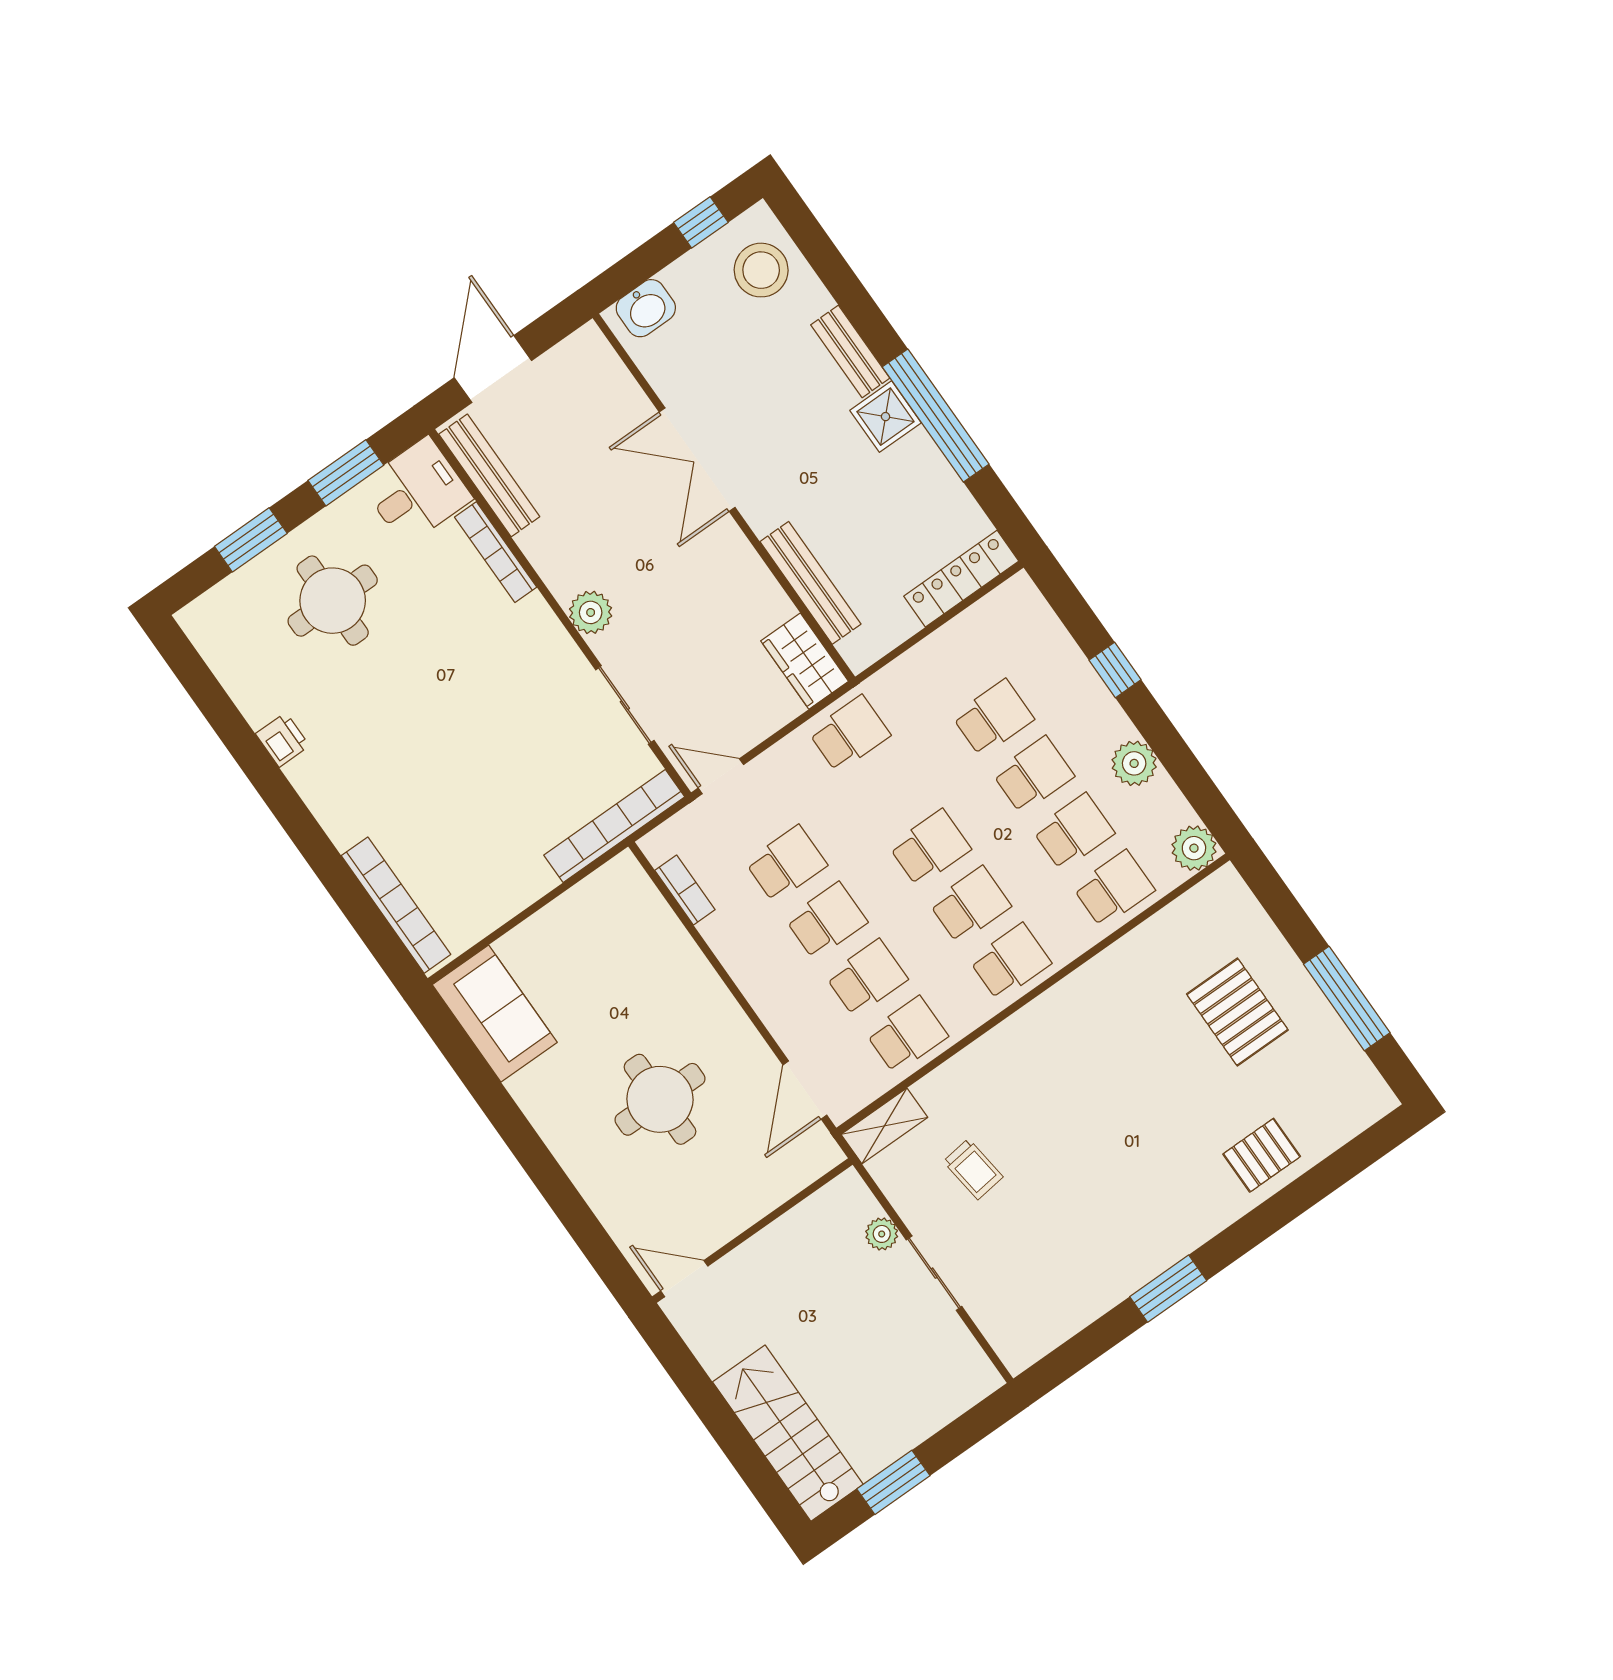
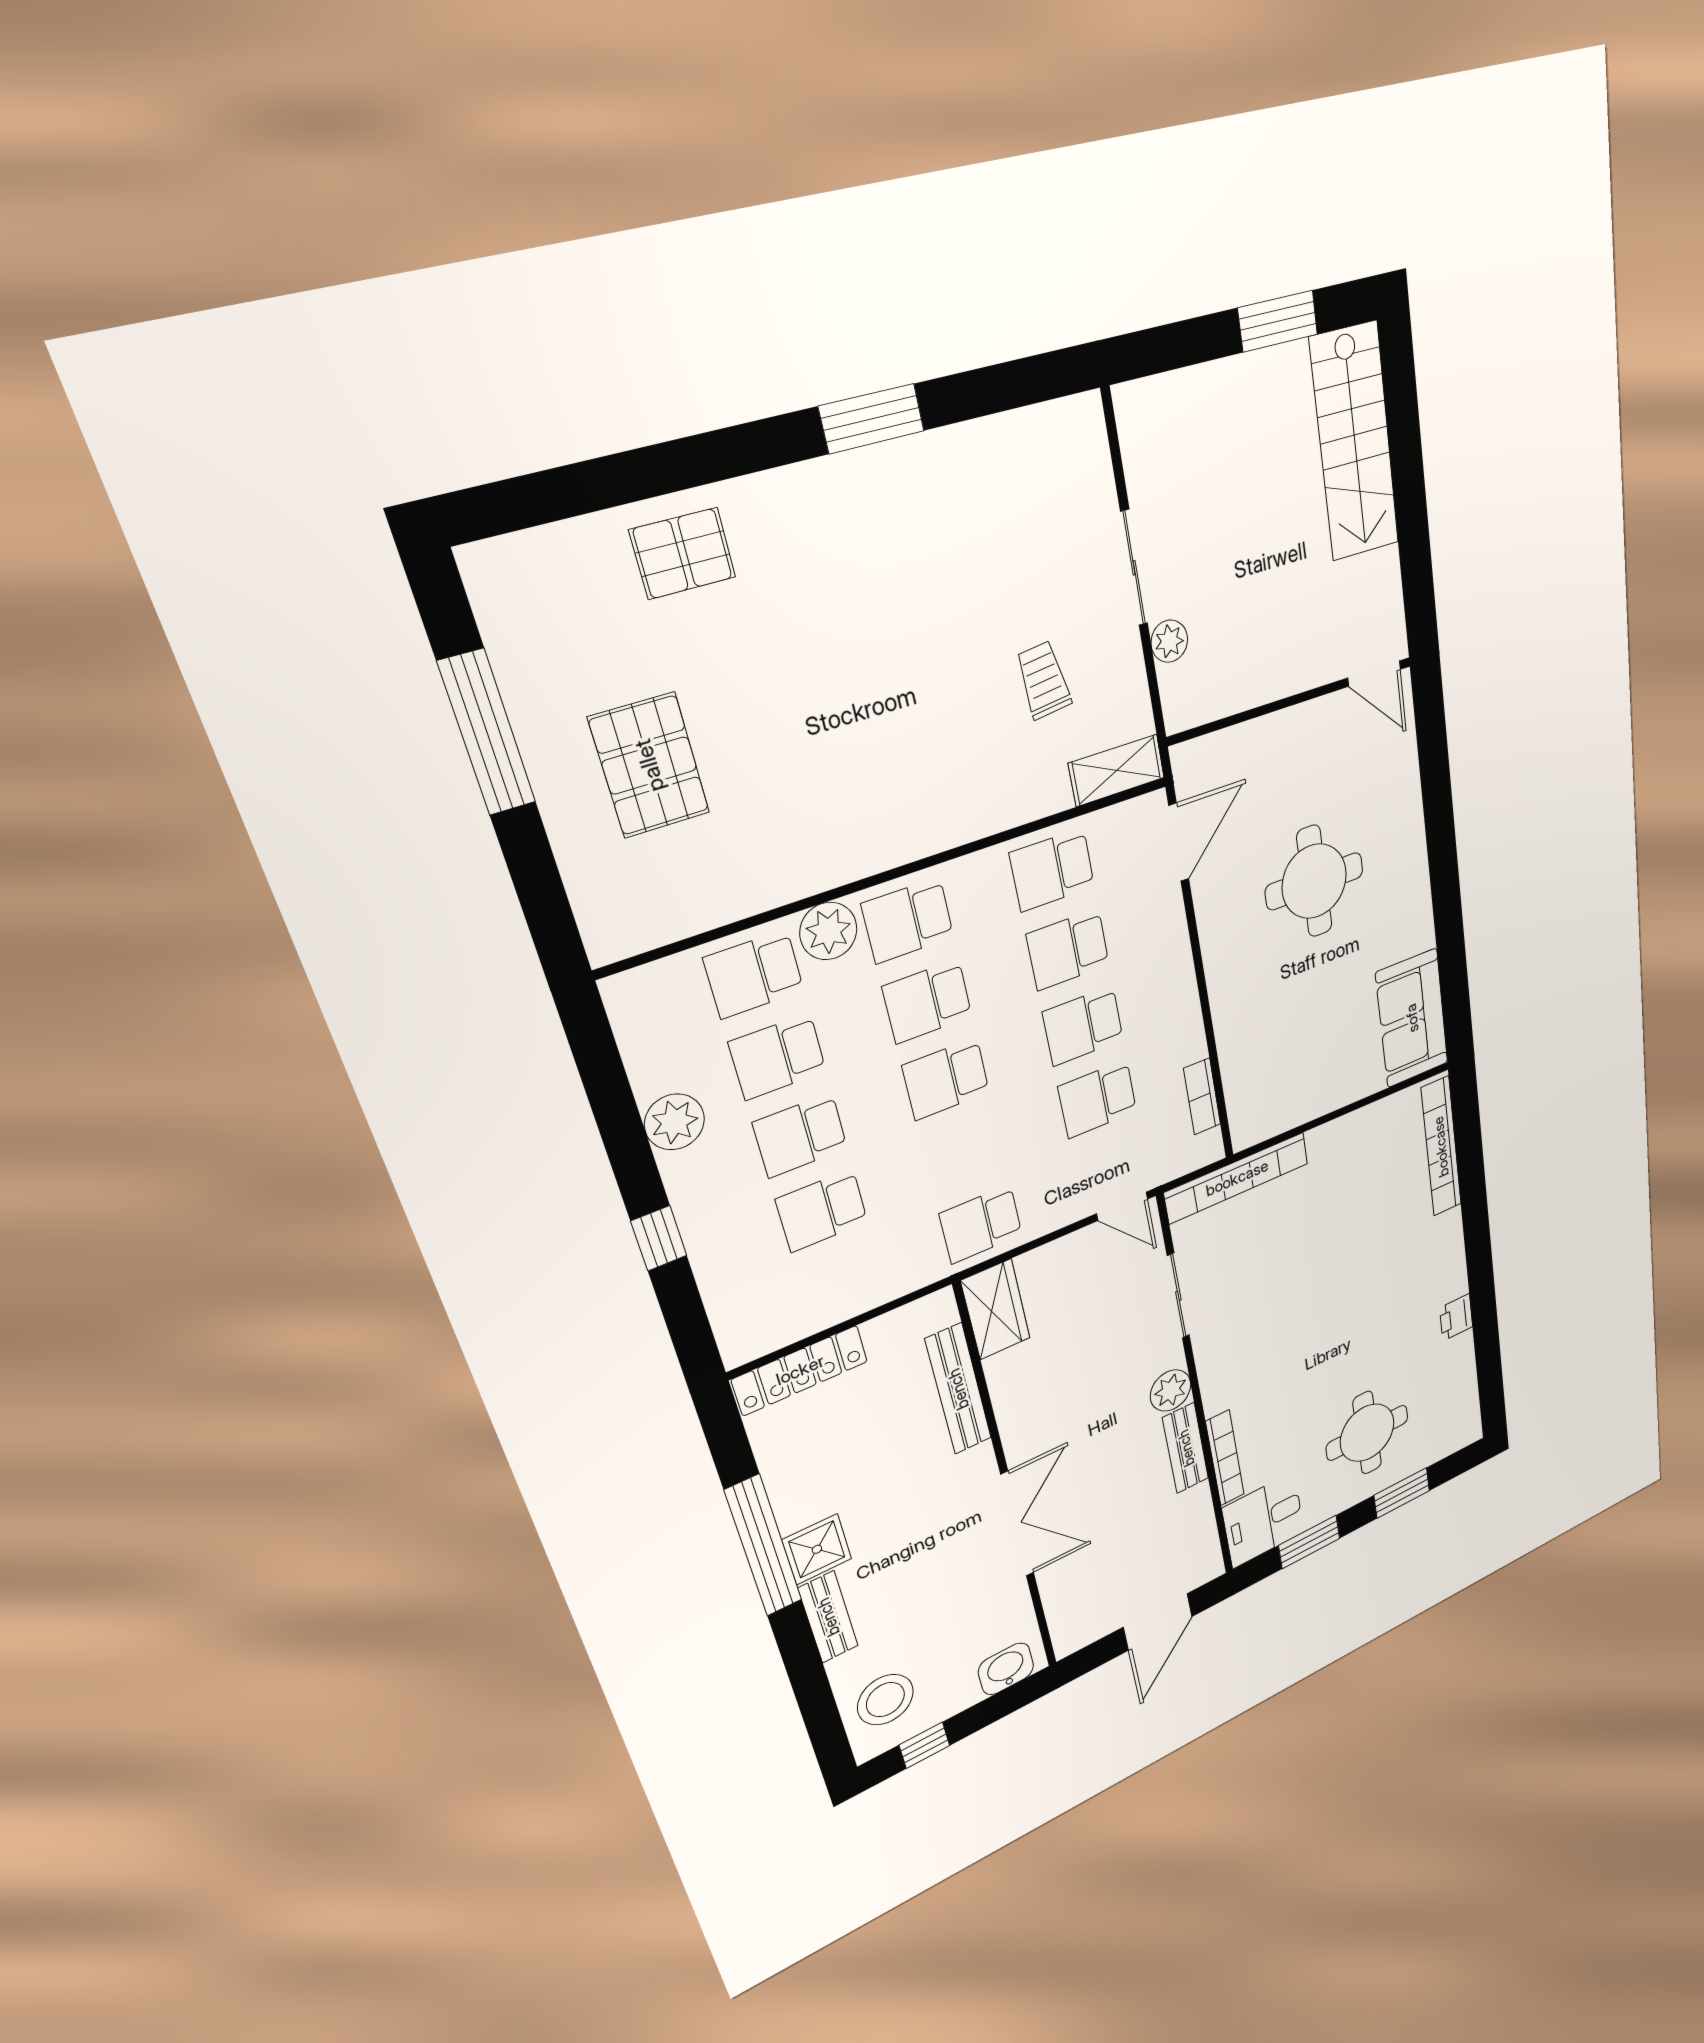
bench: (489, 475) -> (1186, 1448), moved, width x0.73
plant: (1194, 848) -> (828, 931), moved

